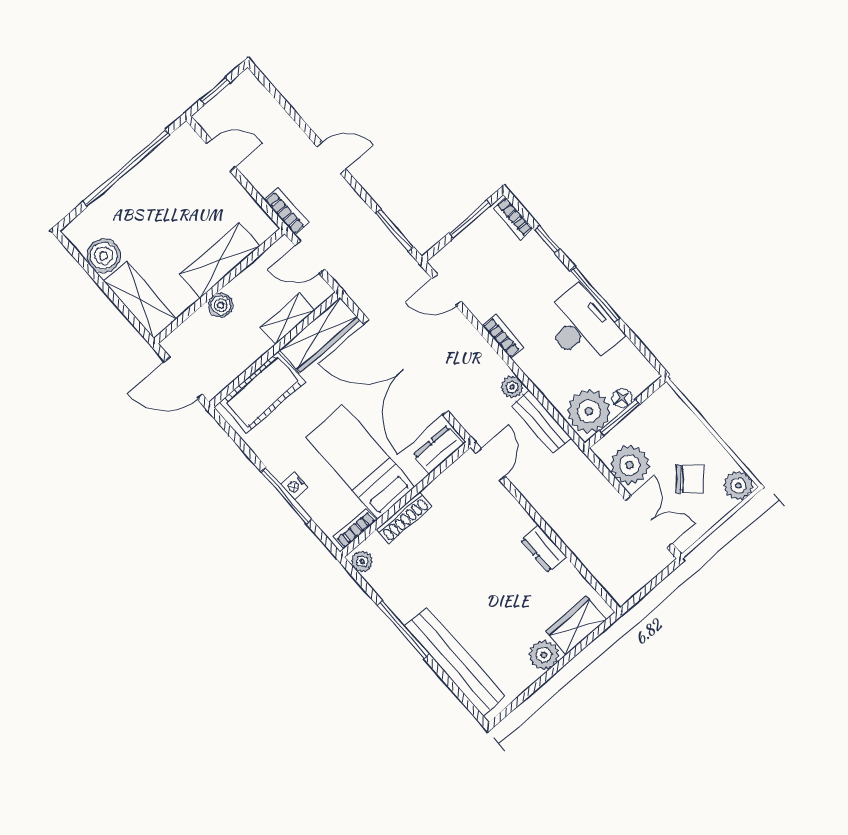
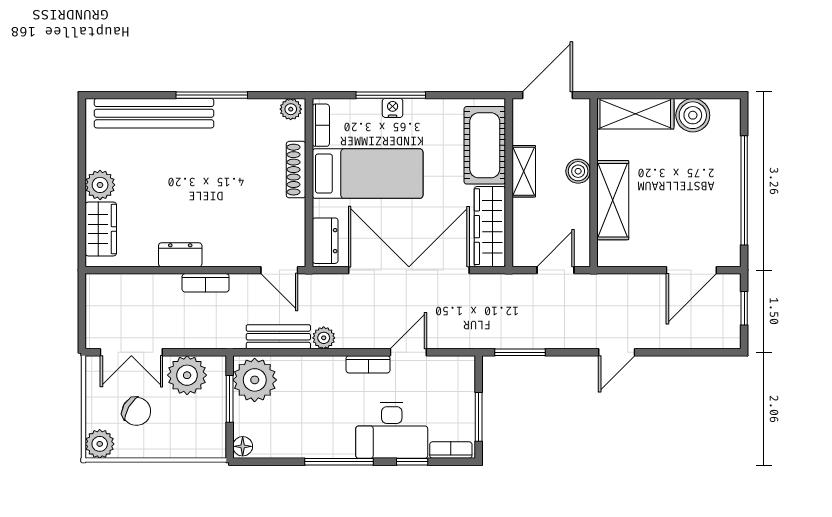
door: (221, 155) -> (691, 270), width x1.38
bookcase: (286, 211) -> (206, 283), moved
door: (447, 290) -> (408, 352), moved
shelving: (287, 319) -> (524, 171), moved
desk: (581, 326) -> (392, 430), moved
floor lamp: (622, 398) -> (243, 446), moved
chair: (690, 479) -> (136, 411), turned -102

